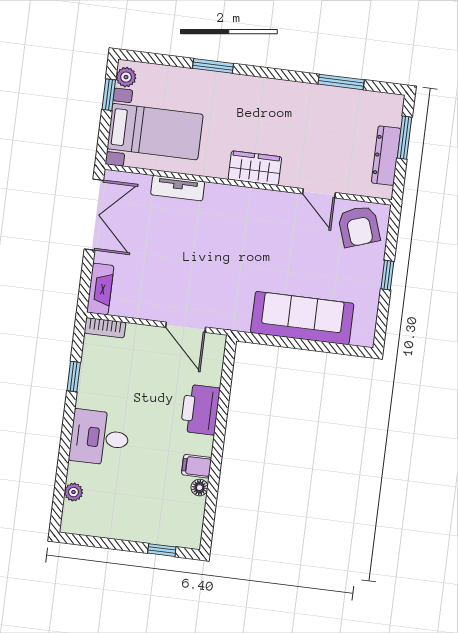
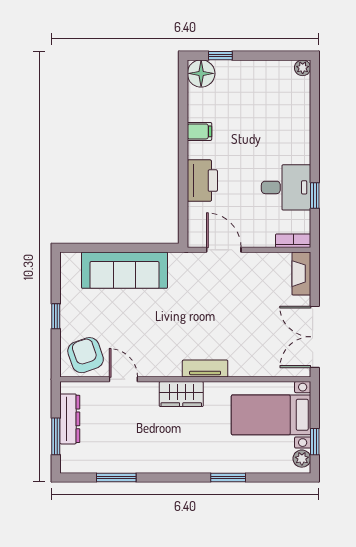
tv unit: (178, 188) -> (205, 369), moved
desk: (99, 438) -> (286, 187), moved
floor lamp: (200, 488) -> (201, 73), moved, width x1.89, depth x1.89
plant: (73, 492) -> (303, 68), moved

